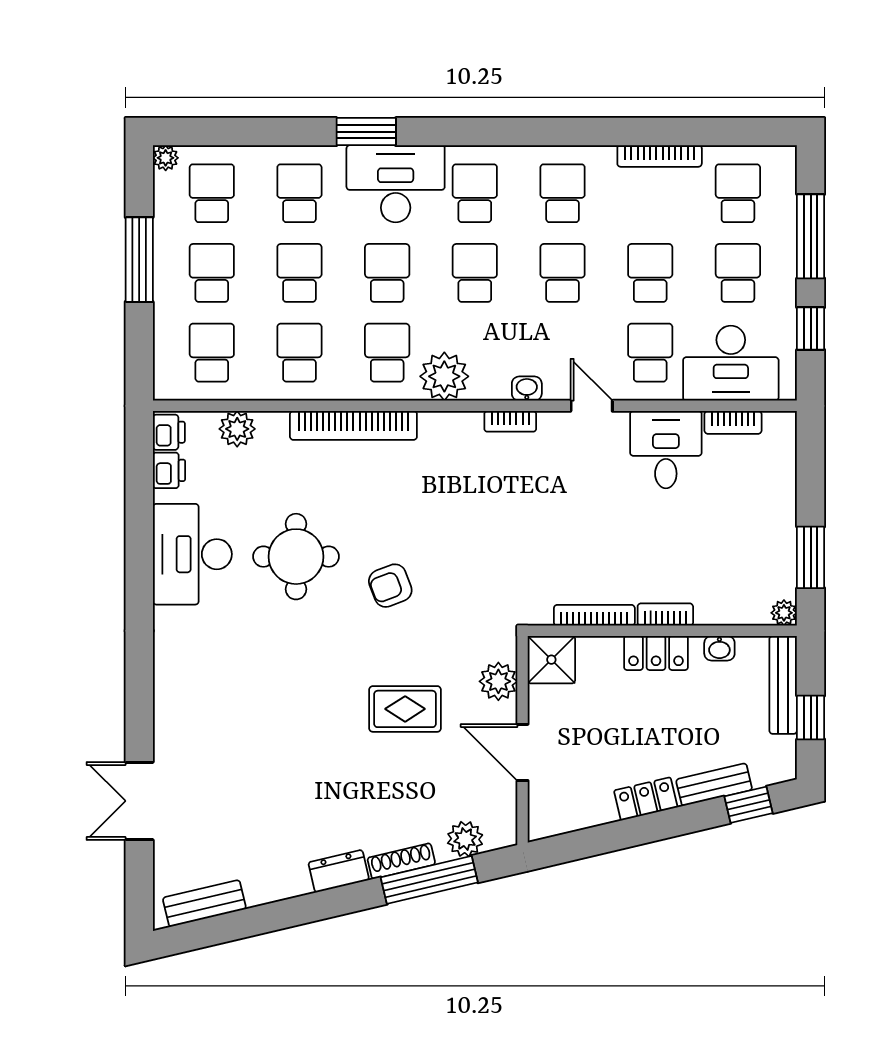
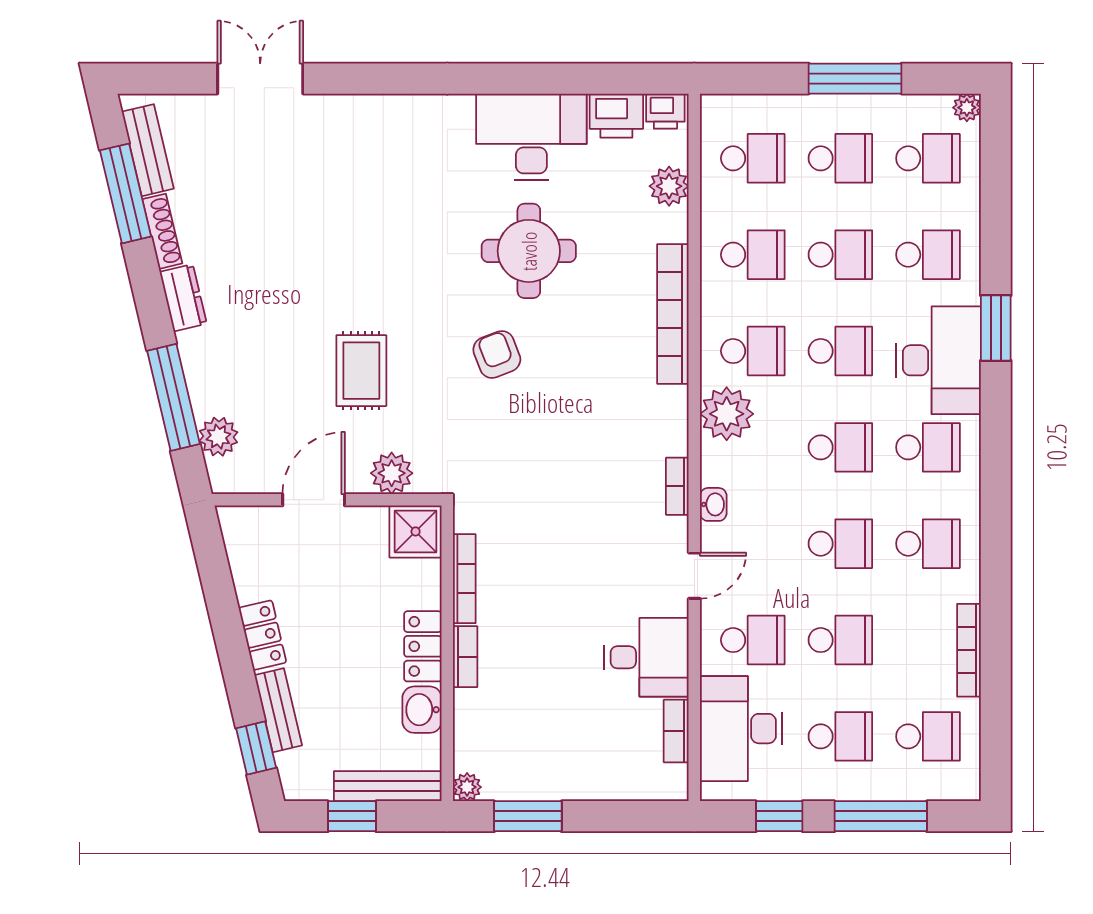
printer: (169, 470) -> (616, 116), width x1.36, depth x1.24
washbasin: (719, 648) -> (422, 710), width x1.38, depth x1.45
shoe rack: (401, 861) -> (162, 231), moved
window: (244, 924) -> (125, 193), added

